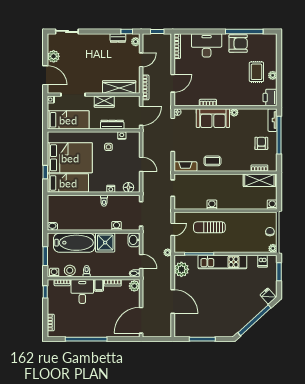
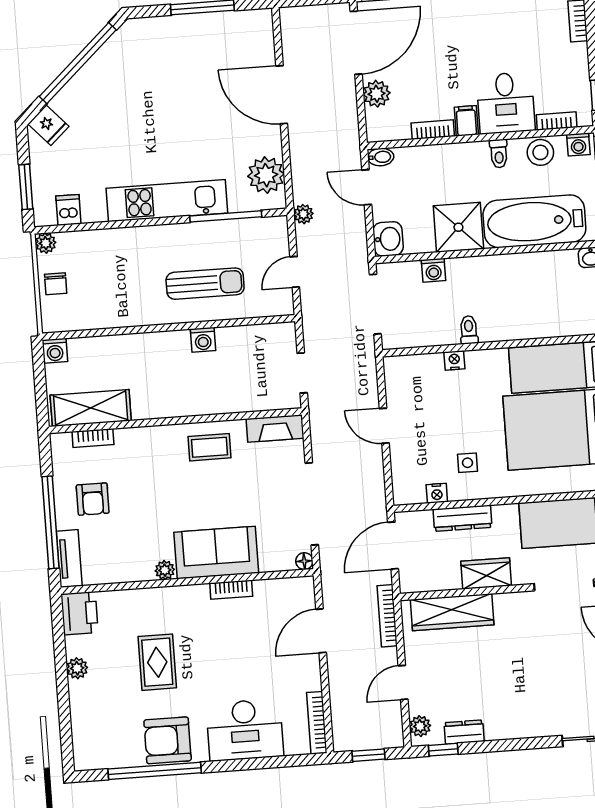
rug: (256, 72) -> (157, 662), moved
floor lamp: (128, 187) -> (411, 367), removed
plant: (134, 286) -> (377, 94), moved

